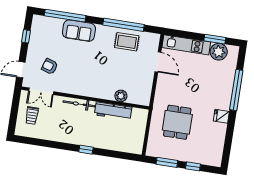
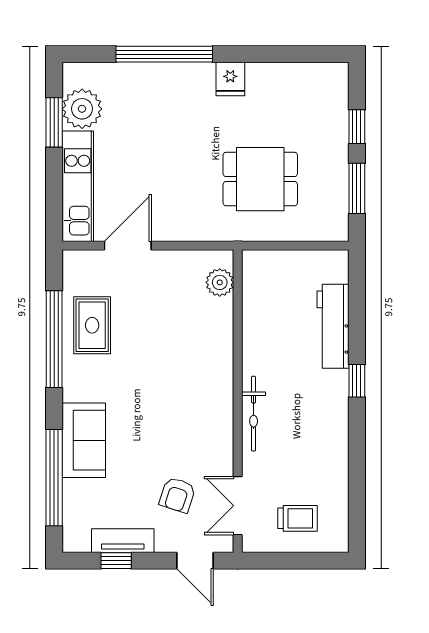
tv unit: (34, 40) -> (123, 541), added
double door: (41, 91) -> (238, 506), swing flipped
plant: (121, 96) -> (220, 282), moved
workbench: (113, 111) -> (333, 326), moved, turned 180

